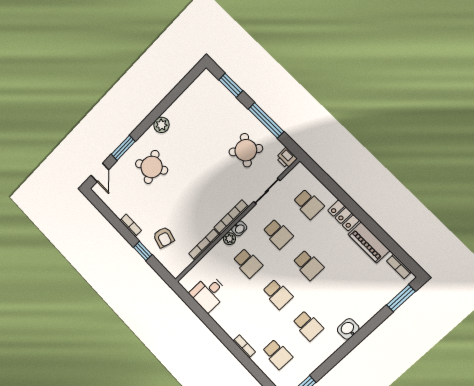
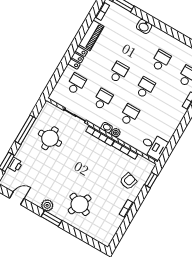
window: (123, 148) -> (52, 218), moved
round table: (246, 150) -> (50, 138), turned -38
printer: (287, 158) -> (15, 165), moved
round table: (152, 167) -> (80, 204), turned -38
door: (100, 172) -> (17, 198), moved
window: (143, 251) -> (151, 180), moved
desk: (209, 293) -> (154, 146), moved
washbasin: (348, 329) -> (144, 26), moved

